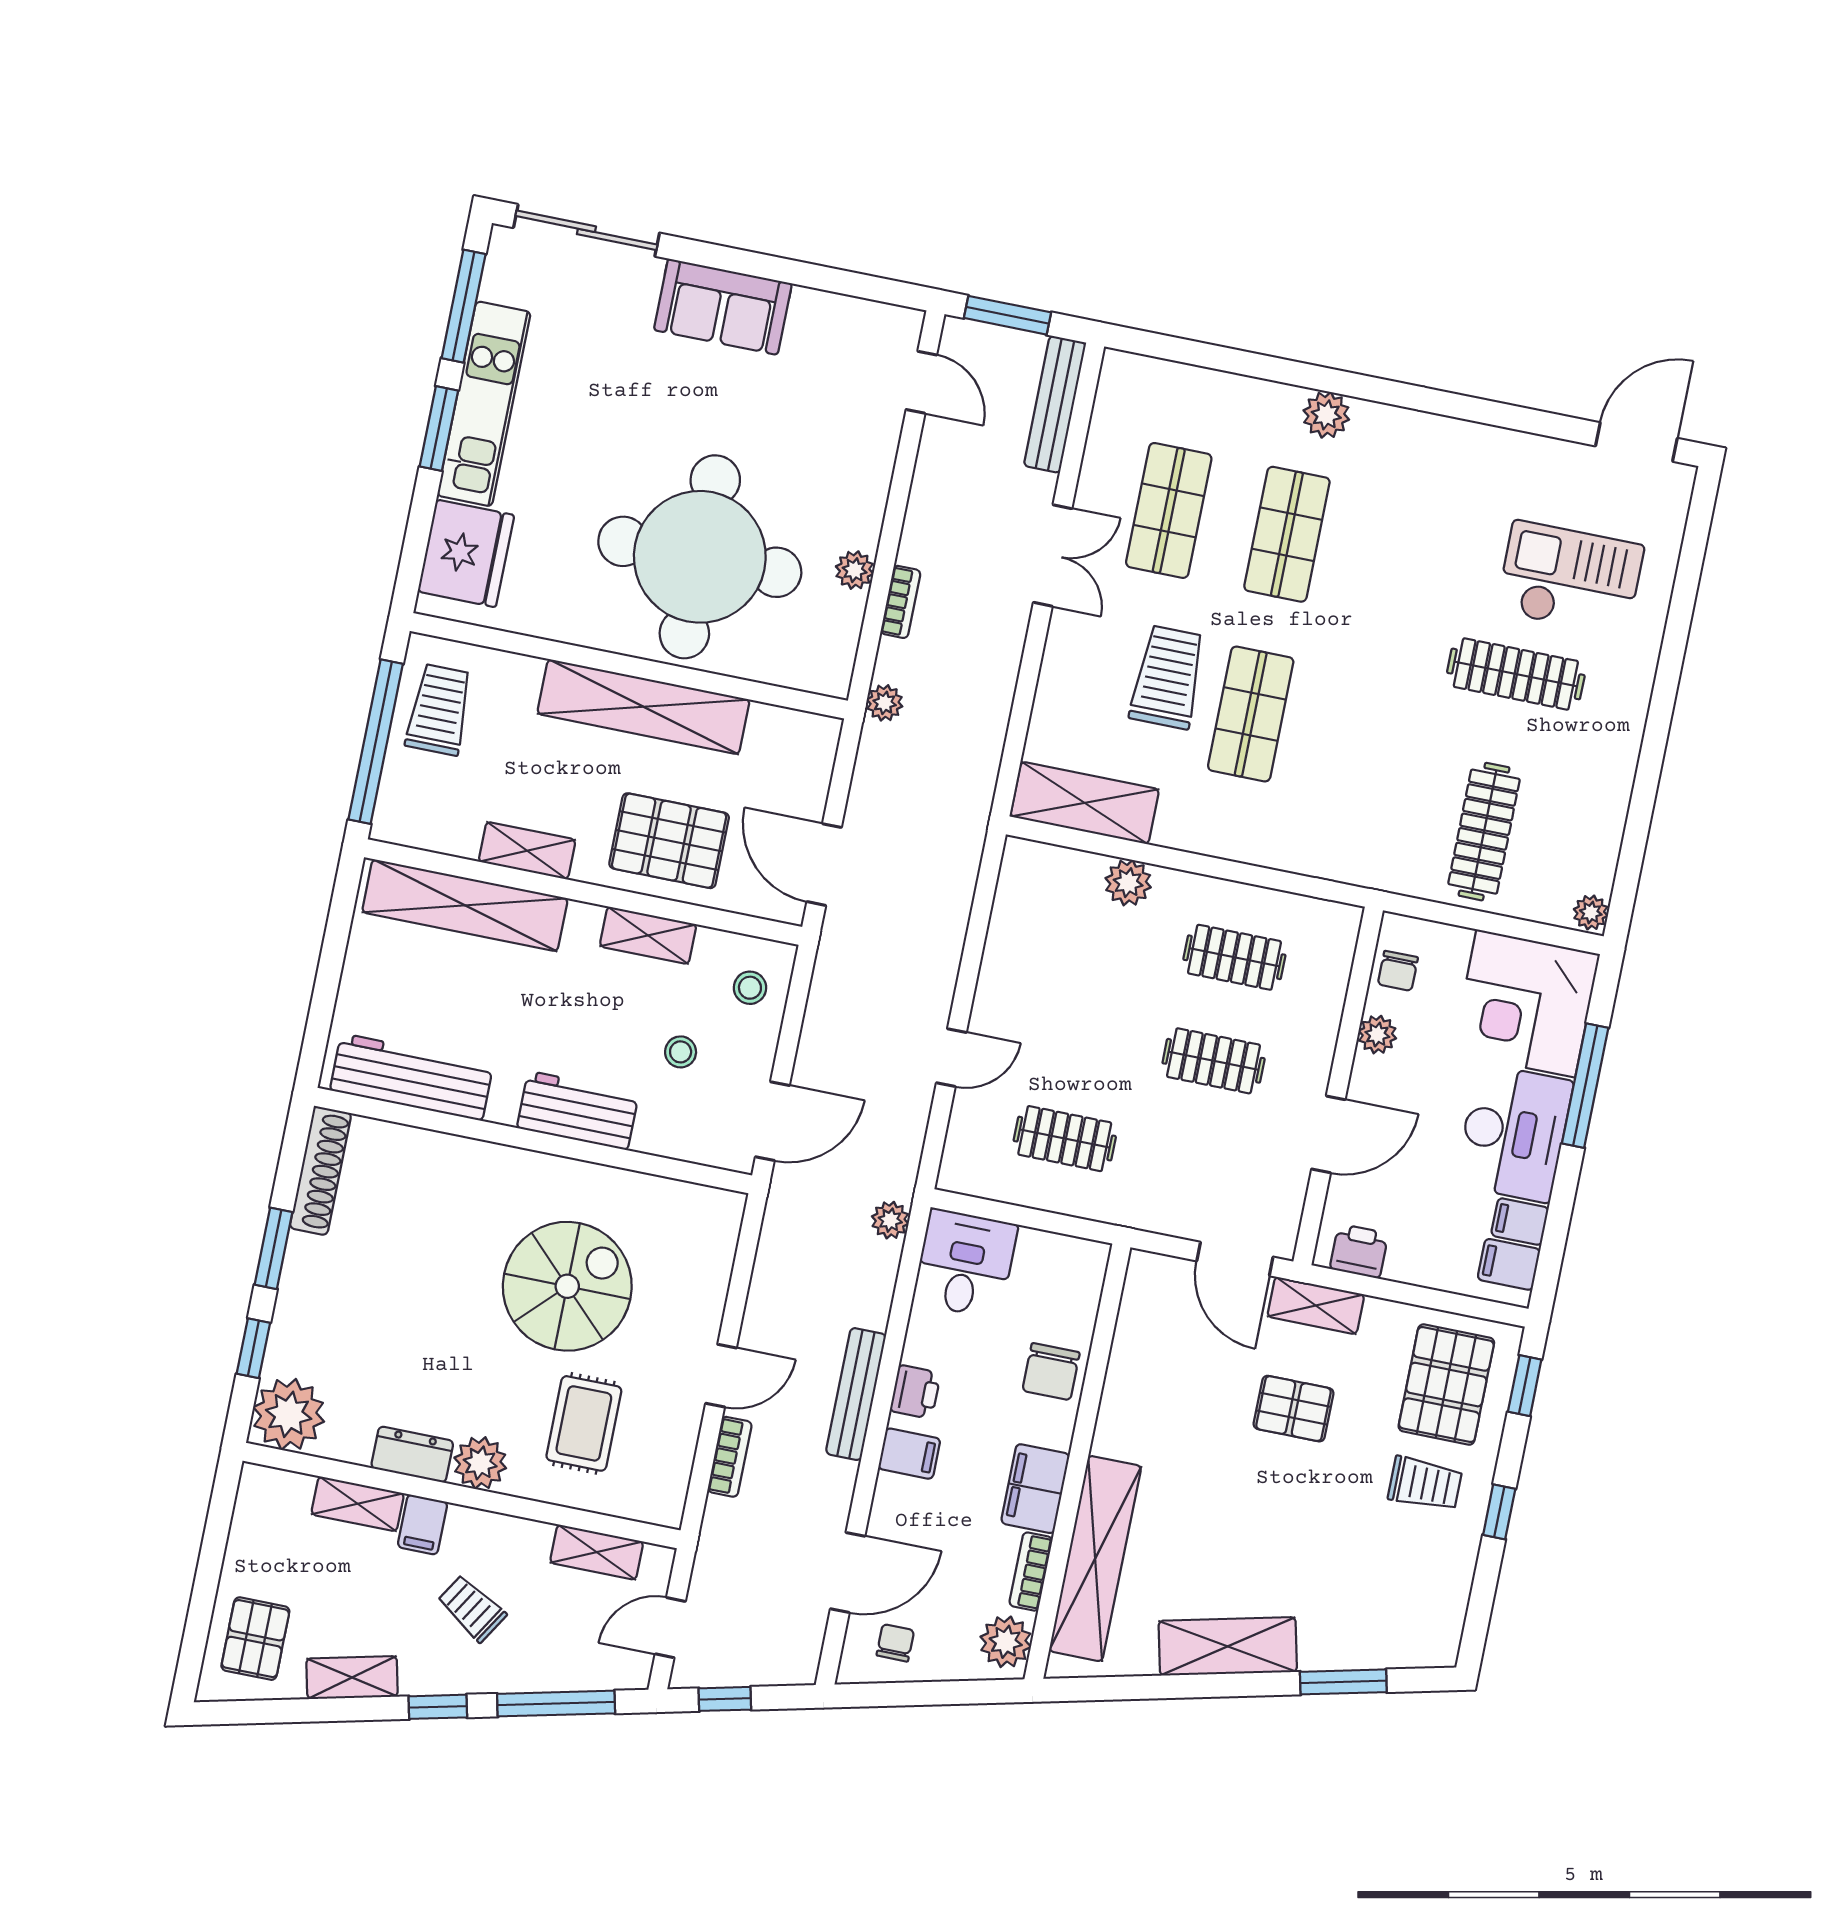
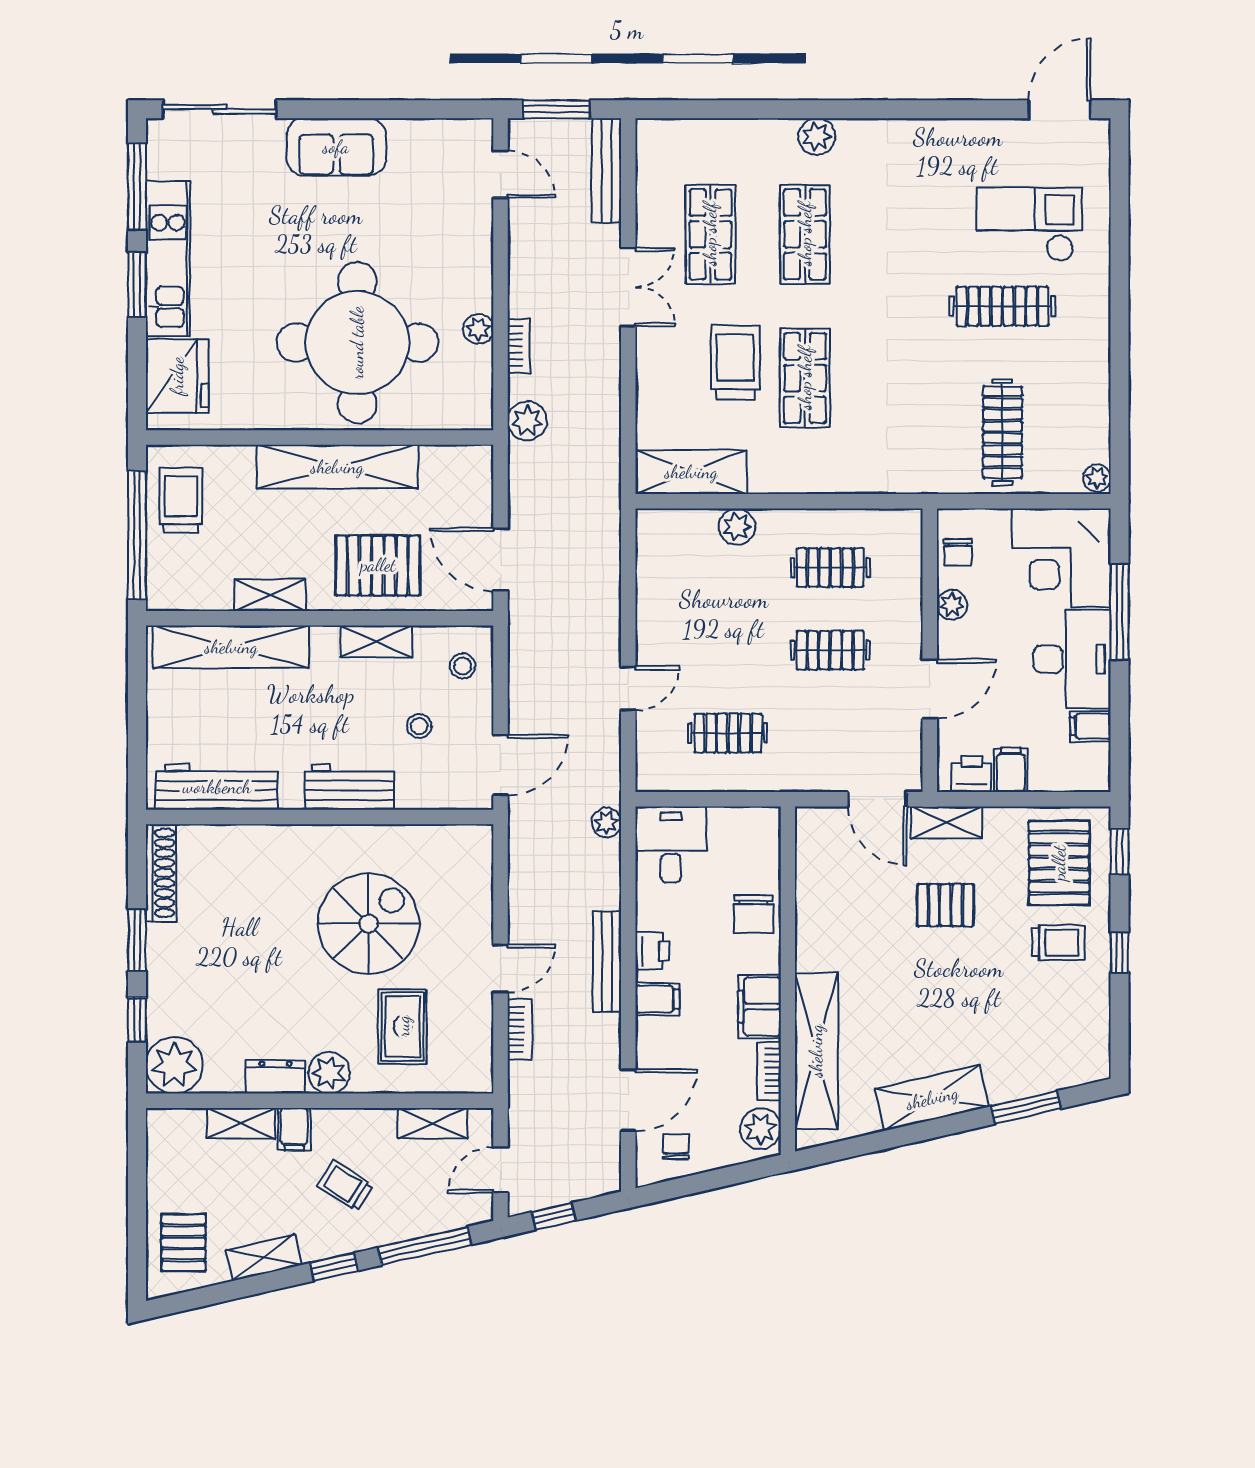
plant: (885, 703) -> (527, 421), width x1.38, depth x1.38
filing cabinet: (1509, 1264) -> (1011, 770), moved, turned 90

